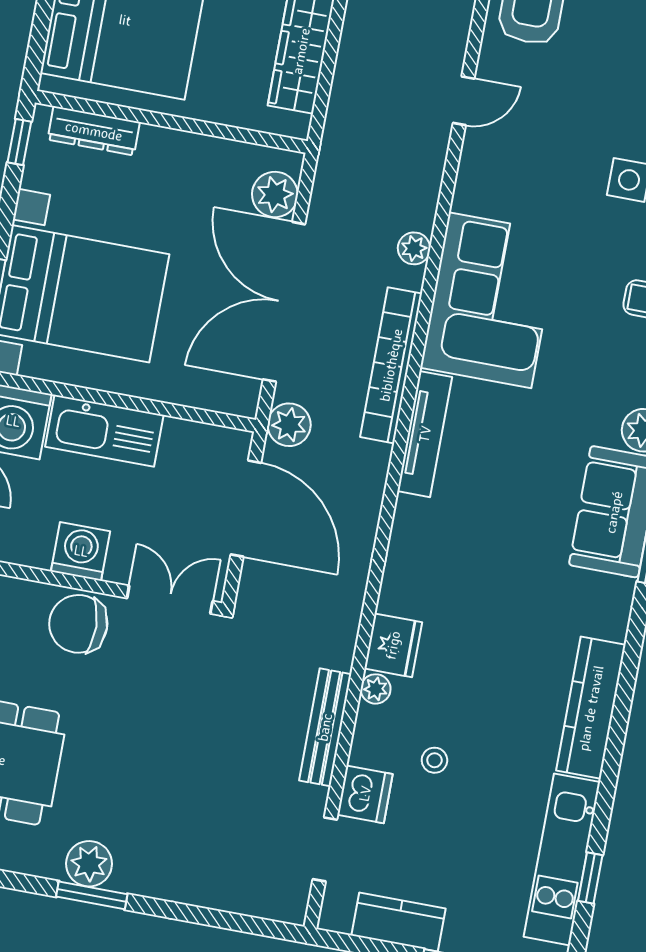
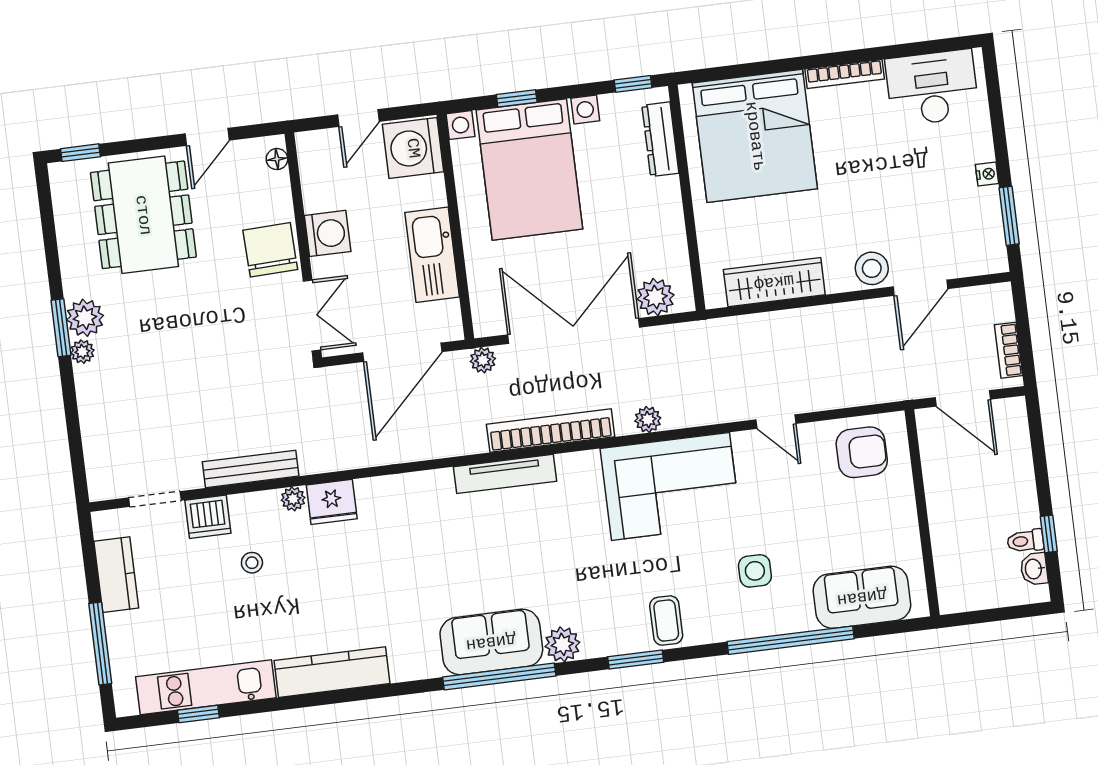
corner sofa: (490, 300) -> (670, 486), moved
plant: (289, 425) -> (483, 360), width x0.73, depth x0.73
kitchen sink: (104, 431) -> (432, 255), moved
plant: (127, 879) -> (82, 352), added

